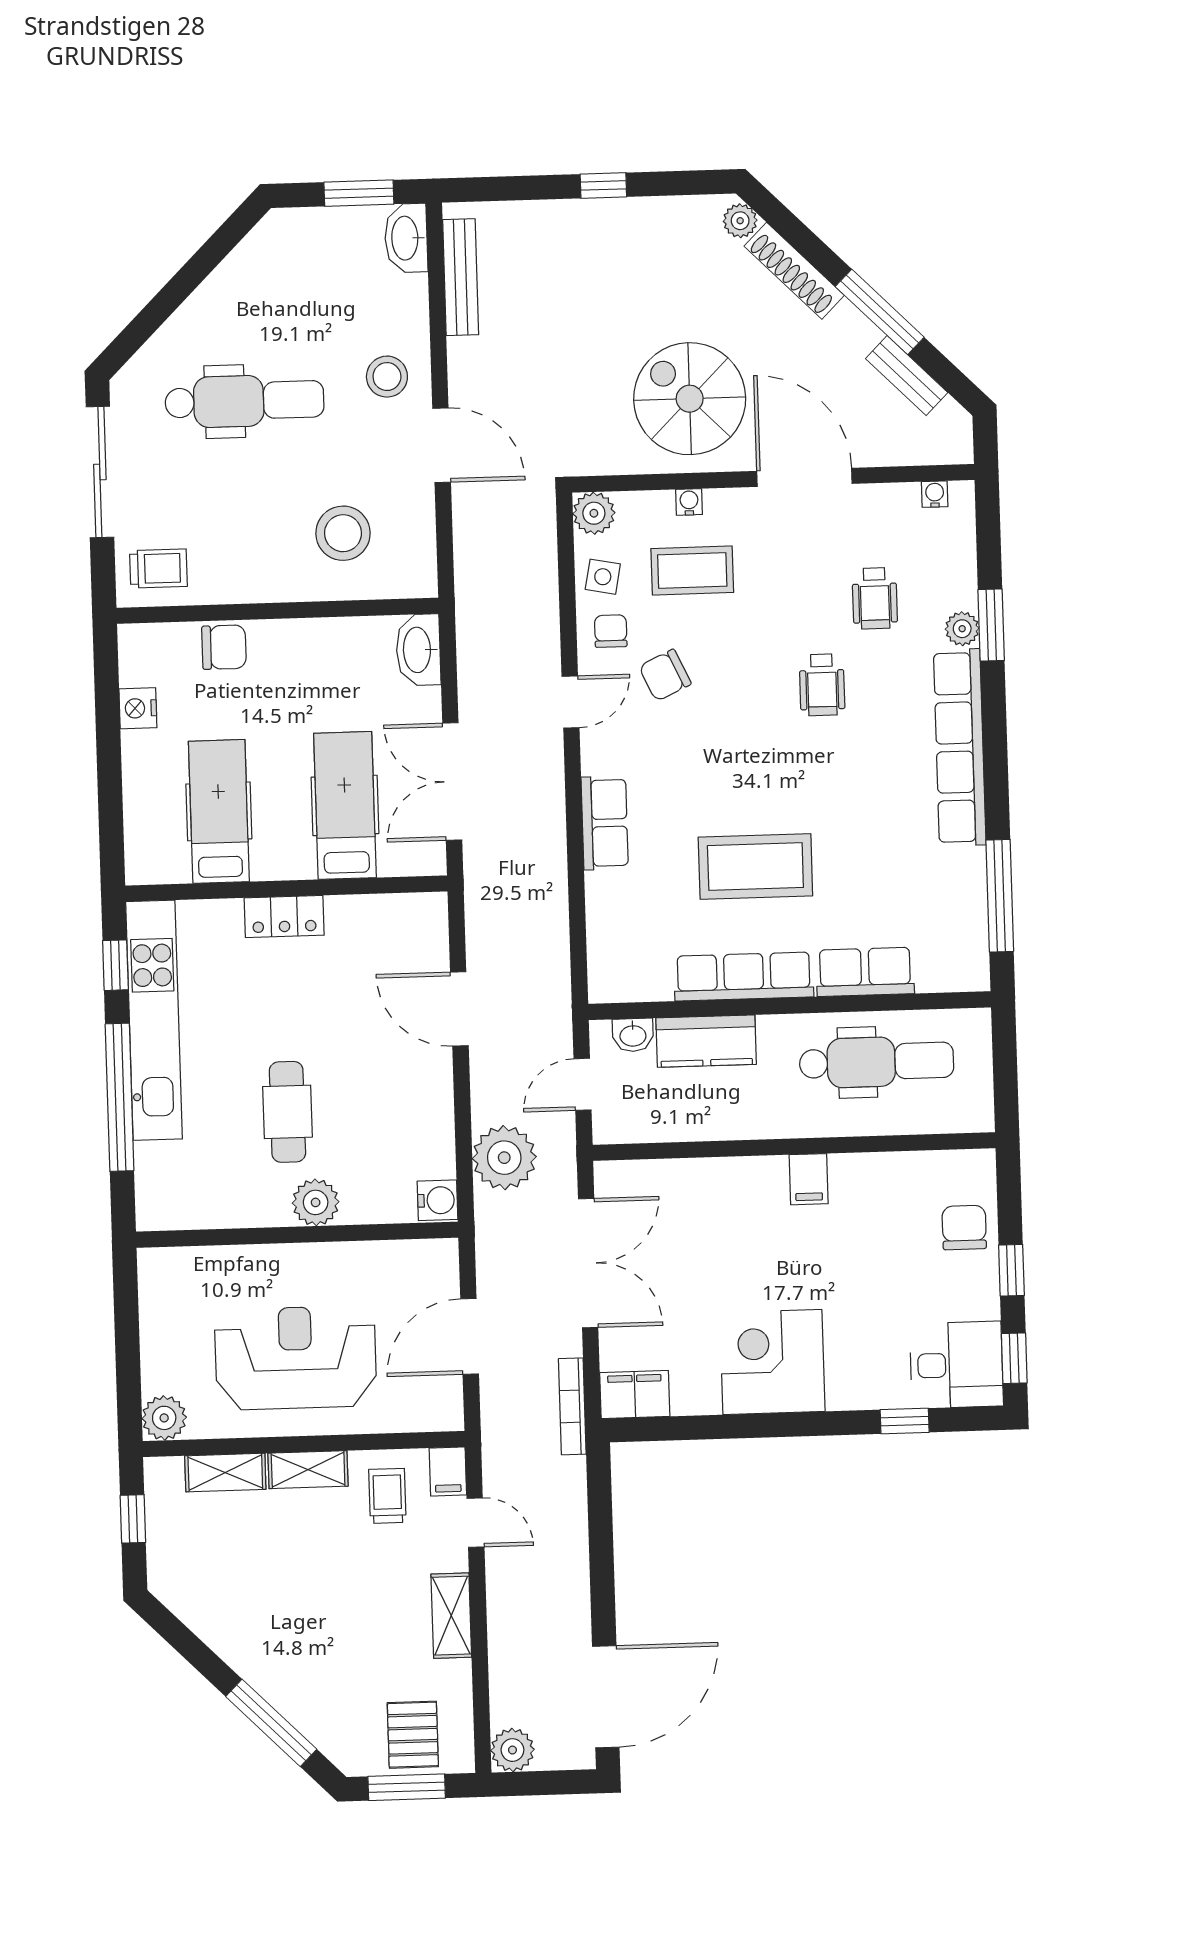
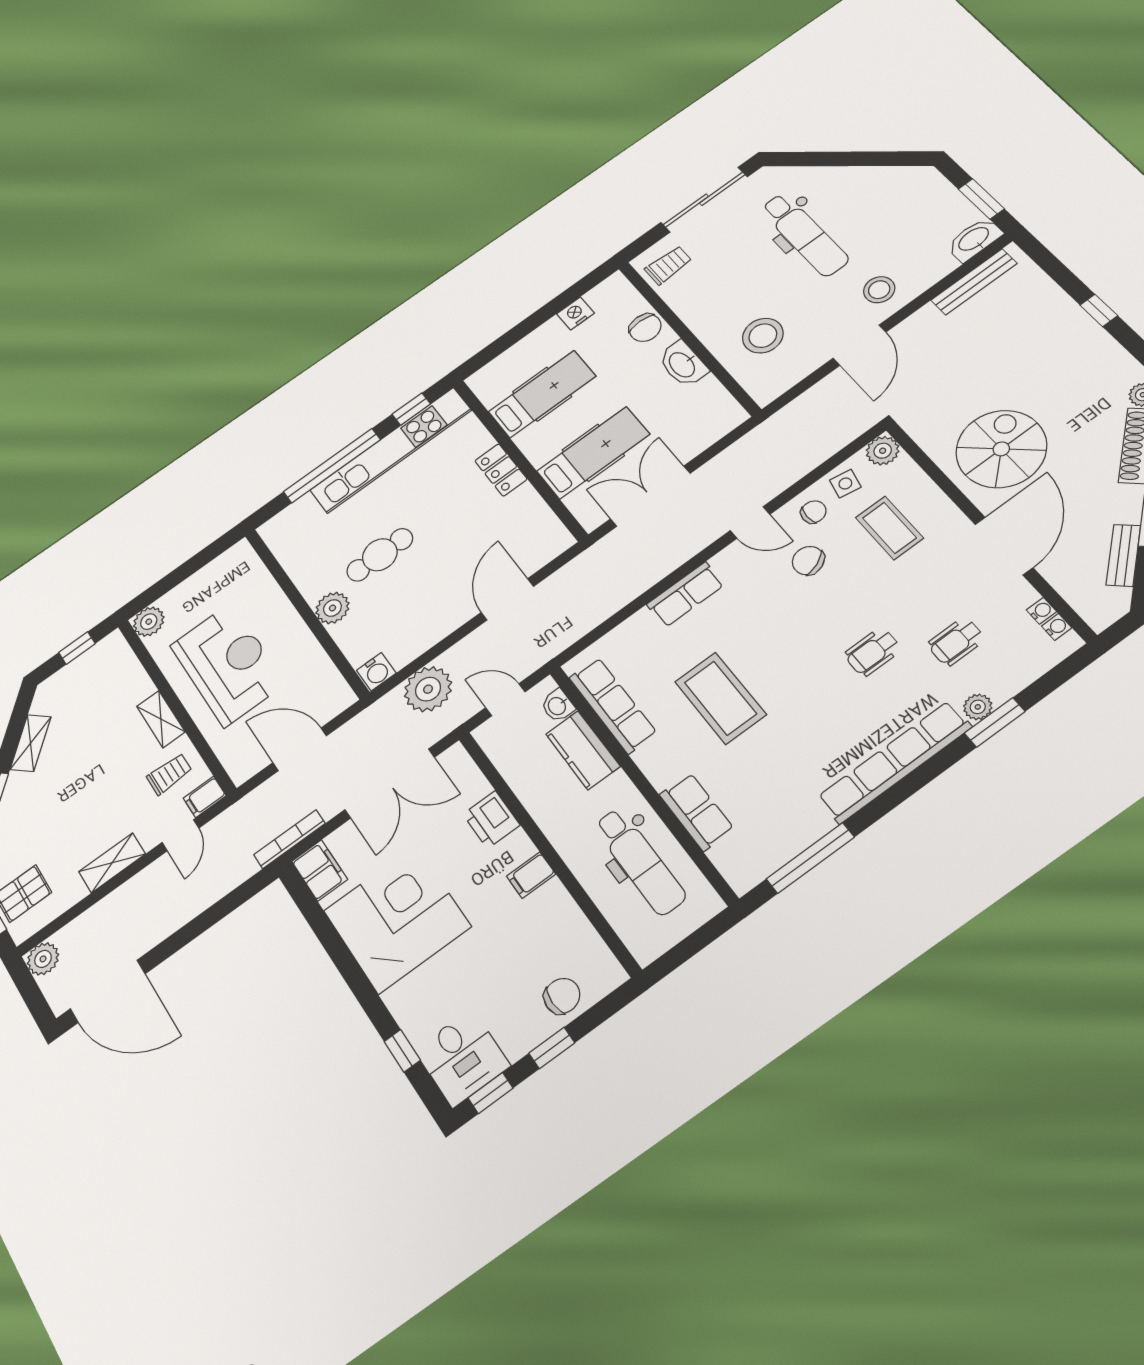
water cooler: (689, 502) -> (1041, 611), moved
trolley: (158, 568) -> (668, 265), turned -90
washbasin: (418, 650) -> (683, 364), moved, turned -90
row of seats: (744, 976) -> (613, 705), moved
printer: (714, 1182) -> (491, 820), added
corner desk: (772, 1362) -> (397, 919), width x1.36, depth x1.36
shelving: (225, 1473) -> (31, 743), moved, turned 45

